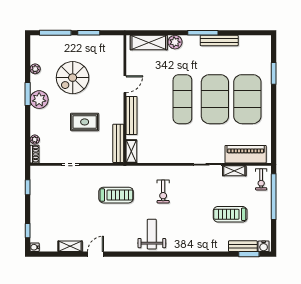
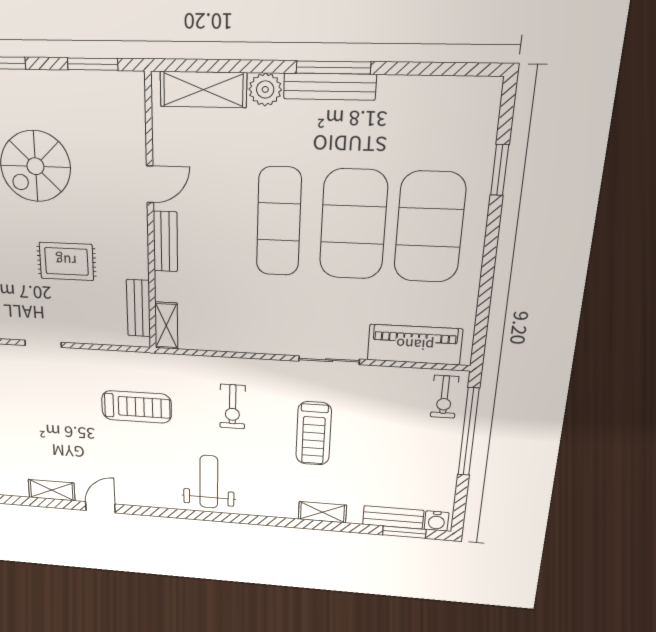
window: (89, 33) -> (93, 64), moved
bench: (219, 41) -> (330, 87), moved
bench: (131, 115) -> (165, 242), width x0.73
bench: (118, 143) -> (138, 308), width x0.73
shelving: (234, 171) -> (322, 512), moved
treadmill: (230, 214) -> (314, 433), moved, turned -90

